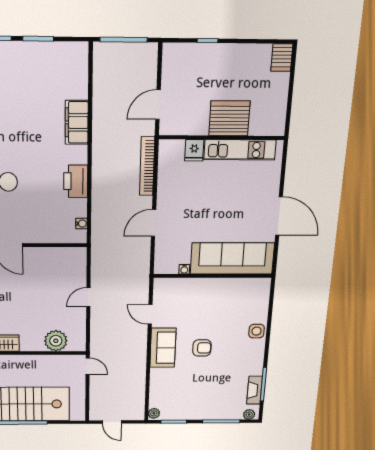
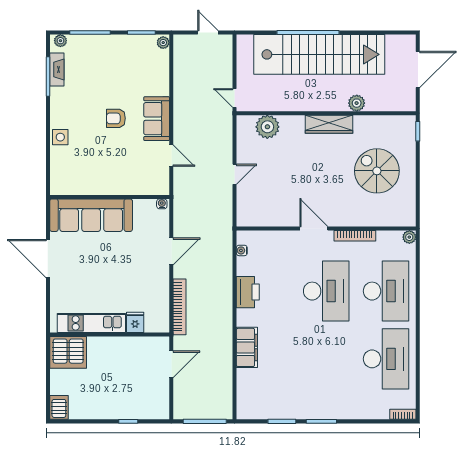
server rack: (229, 118) -> (68, 352), moved
water cooler: (184, 269) -> (162, 204), moved

